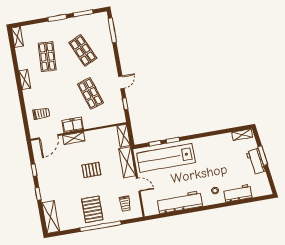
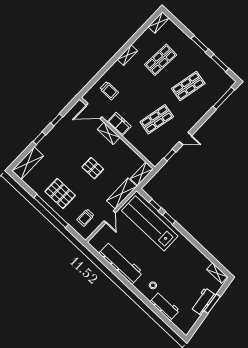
shop shelf: (83, 50) -> (188, 86), turned 36
shop shelf: (90, 93) -> (157, 119), turned 30
pallet: (92, 209) -> (60, 193), turned 90

